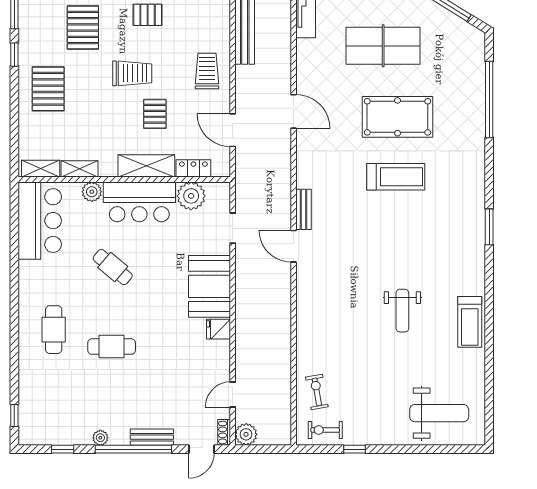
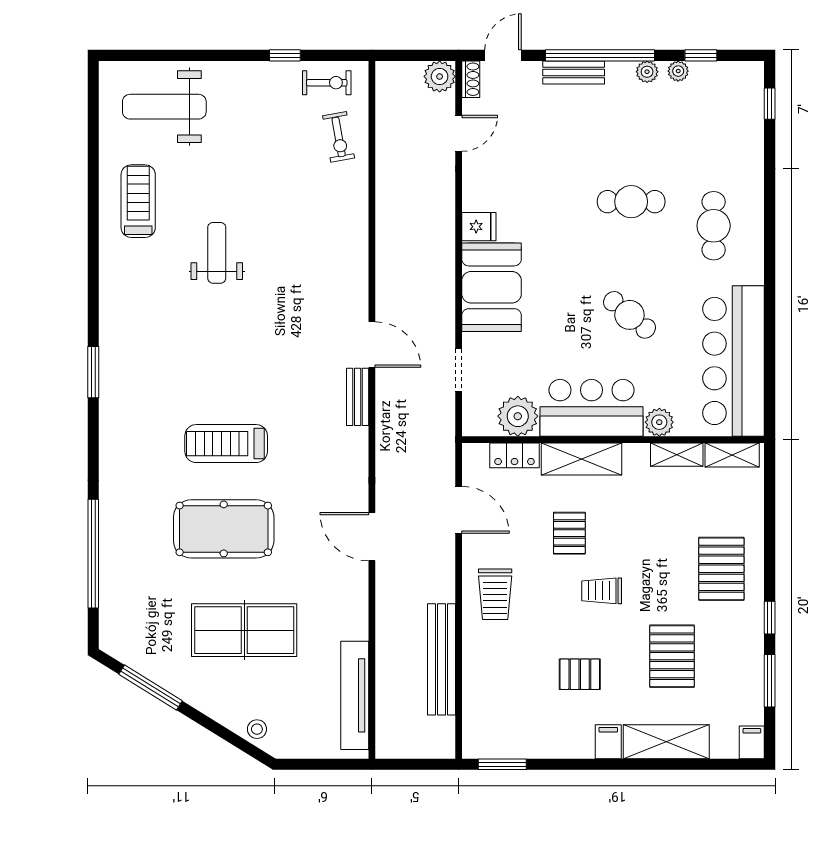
trolley: (132, 73) -> (602, 591), width x0.73, depth x0.72
bar counter: (40, 221) -> (734, 361), width x1.36
treadmill: (470, 322) -> (138, 201), moved
plant: (79, 438) -> (678, 71), added

